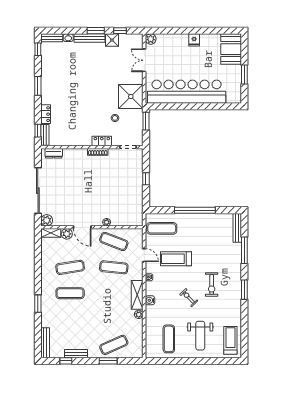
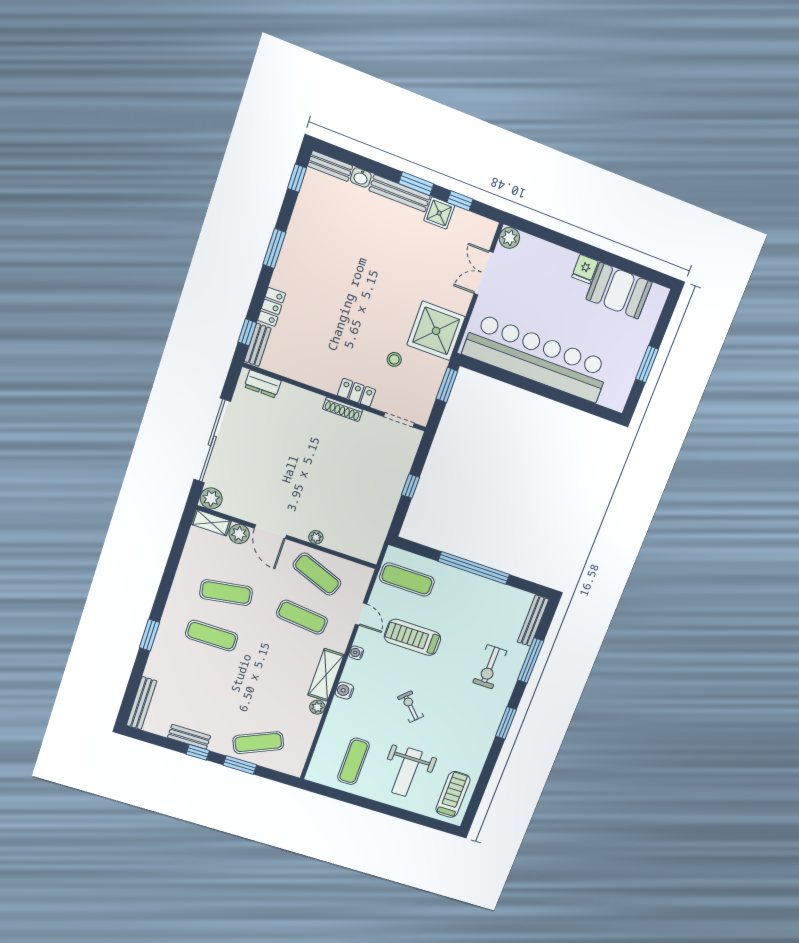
booth: (231, 49) -> (619, 291), moved, turned 90
exercise bike: (212, 284) -> (490, 667), moved
window: (66, 361) -> (198, 752), moved

